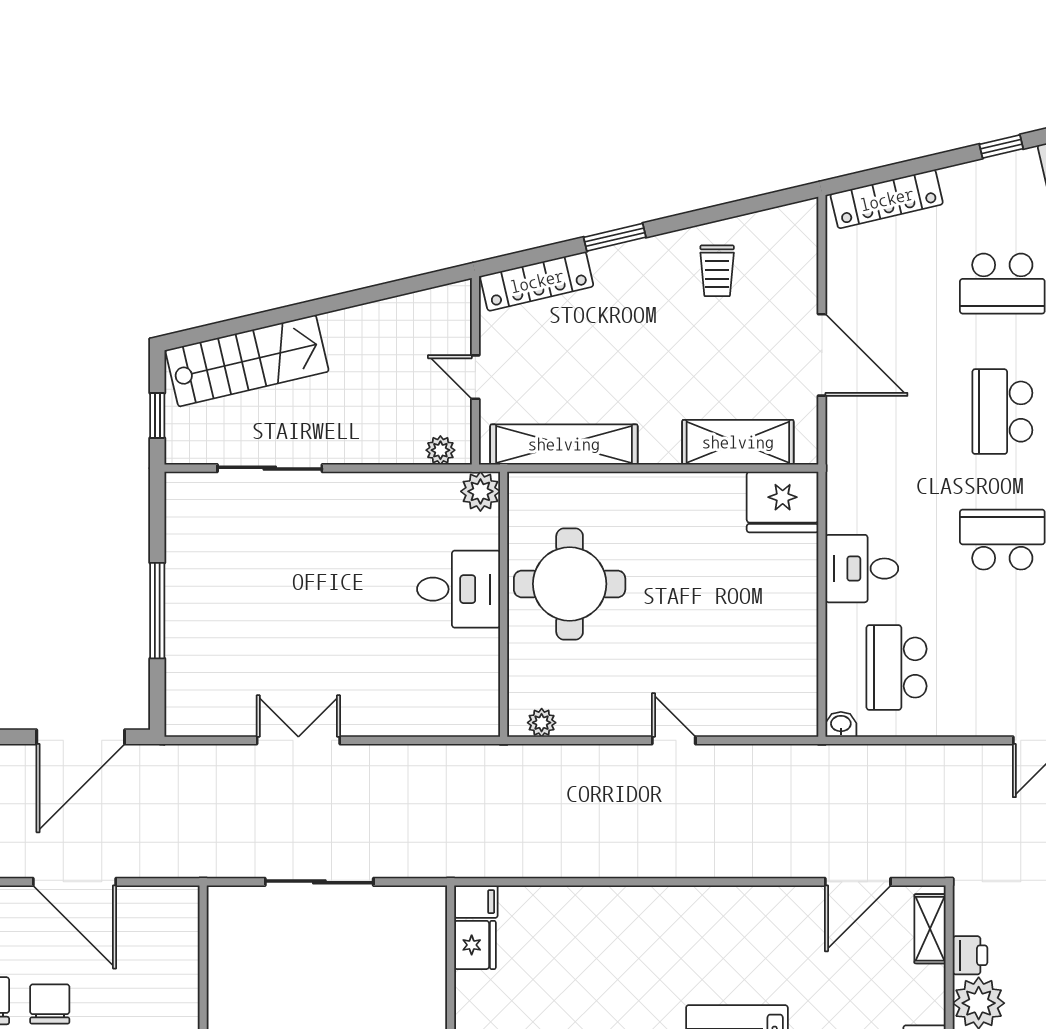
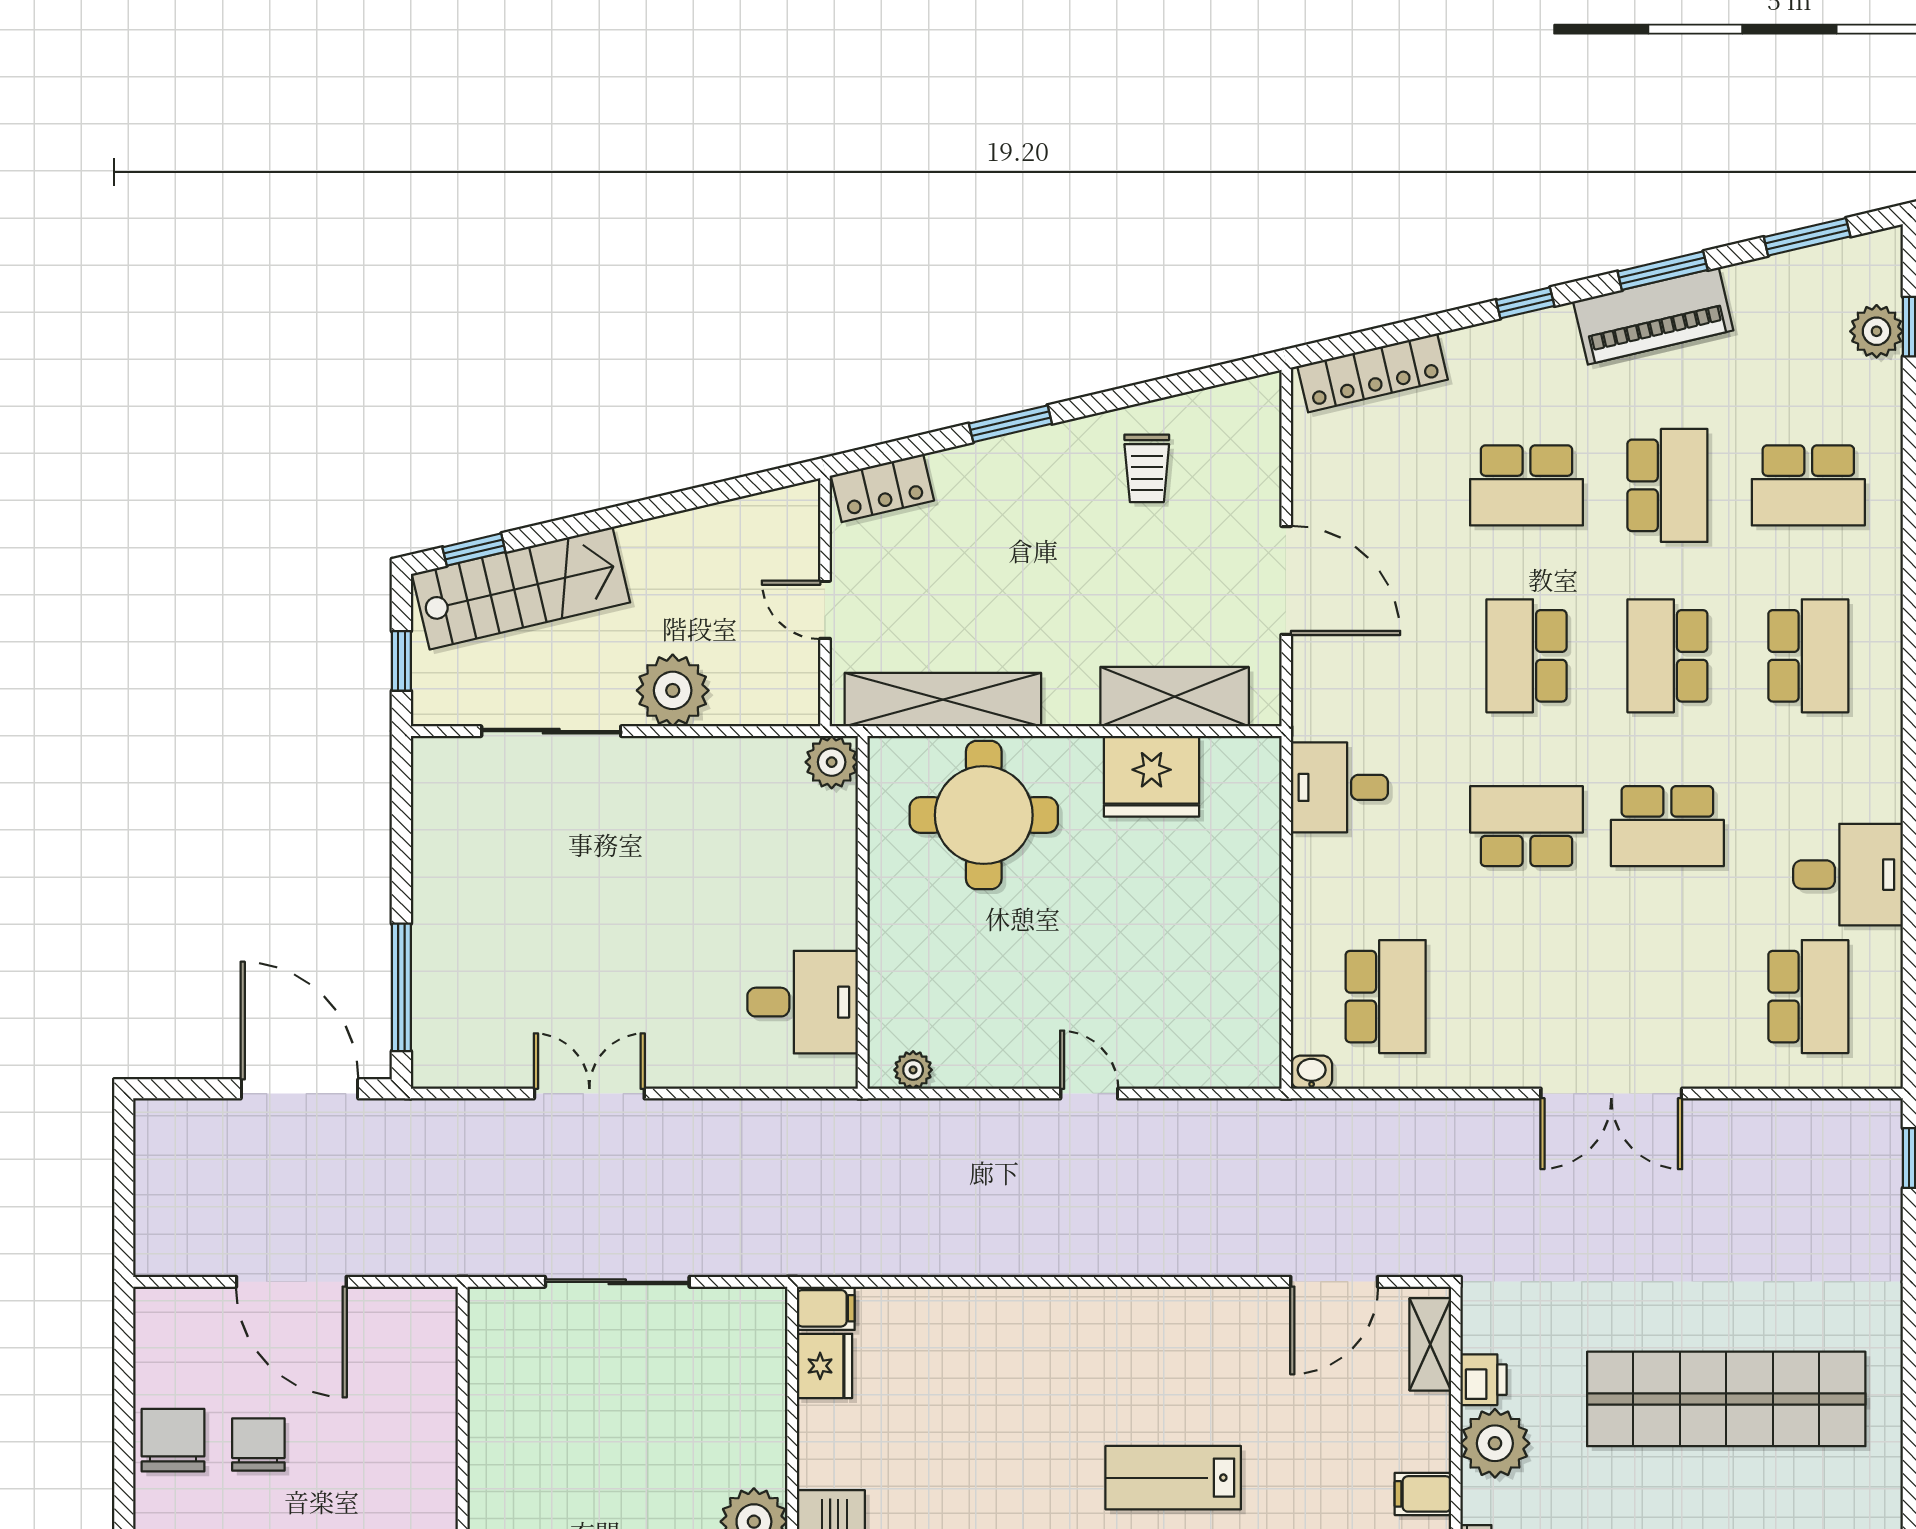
locker: (537, 281) -> (882, 488), width x0.66
window: (212, 332) -> (474, 550), added
plant: (440, 450) -> (673, 690), moved, width x1.87, depth x1.87
fridge: (783, 502) -> (1152, 776), moved
desk: (862, 569) -> (1339, 787), moved
round table: (570, 584) -> (984, 815), moved
desk: (459, 589) -> (803, 1002), moved
window: (157, 611) -> (401, 987), moved
school desk: (897, 668) -> (1386, 997), turned 180
door: (81, 737) -> (299, 1089), swing flipped

